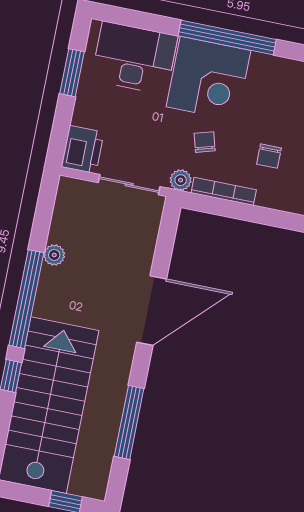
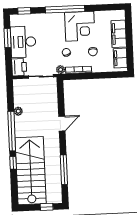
window: (128, 18) -> (24, 11), added
desk: (134, 58) -> (23, 42), moved, turned -90
corner desk: (208, 79) -> (80, 26), moved
door: (152, 311) -> (62, 124), width x0.53

